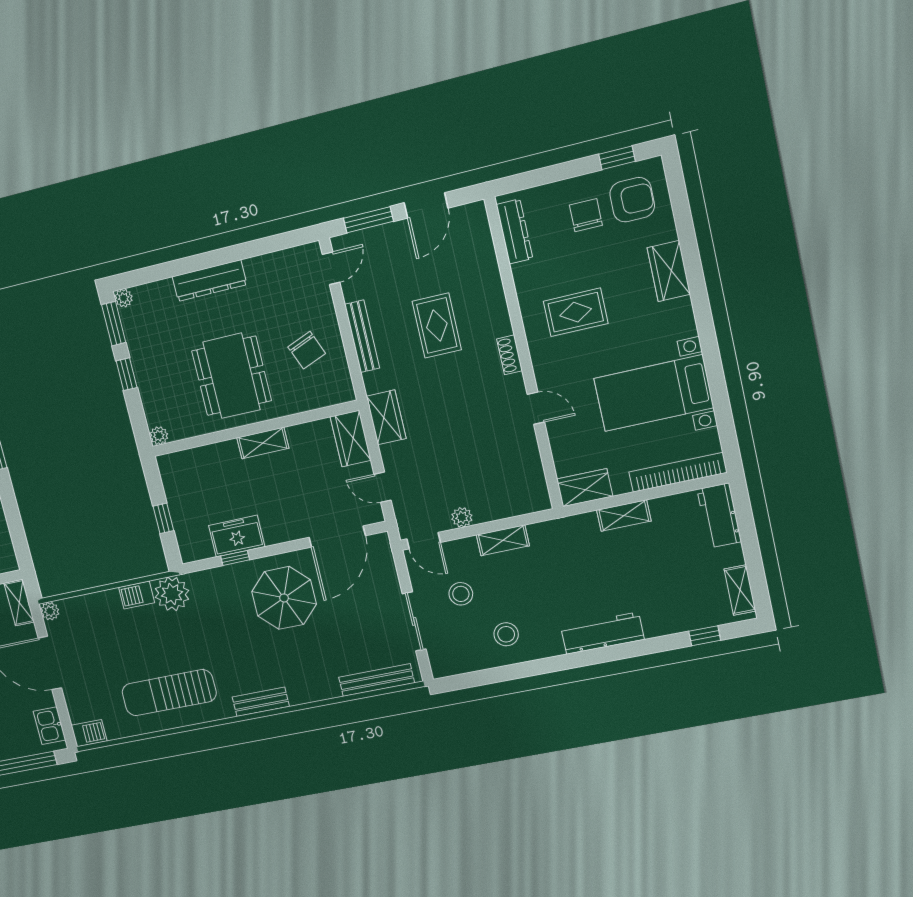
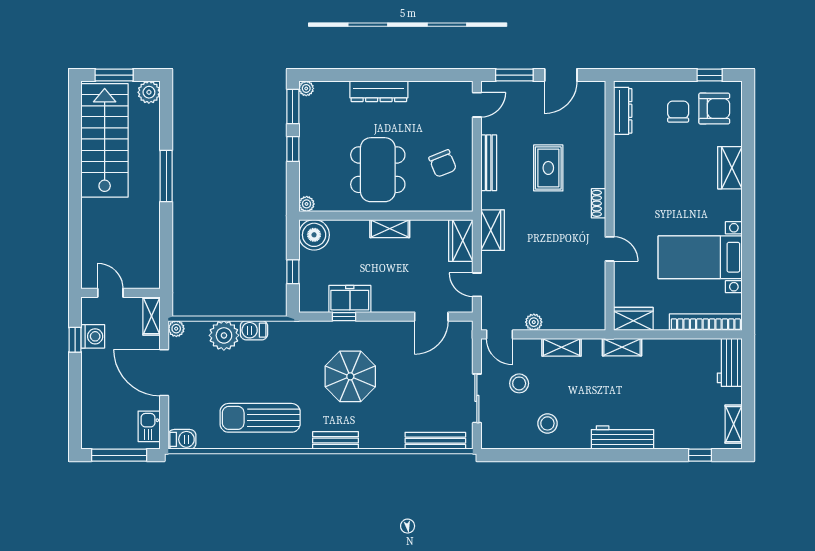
rug: (576, 312) -> (655, 182), removed
boiler: (177, 470) -> (314, 235), added
shelving: (624, 516) -> (622, 347), moved
door: (337, 537) -> (431, 317), width x0.73
plant: (172, 594) -> (224, 335), moved
parasol: (284, 598) -> (350, 376), moved

